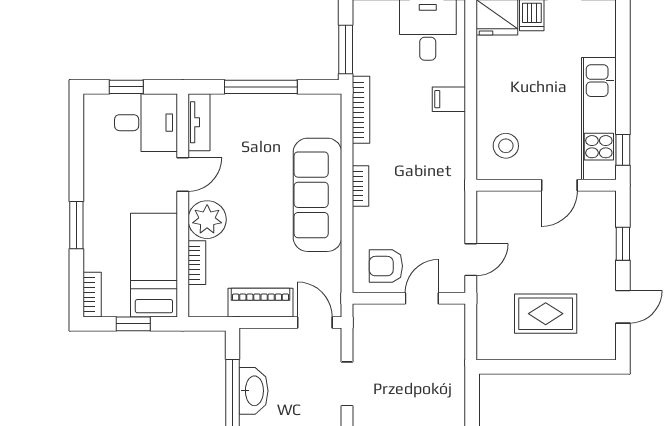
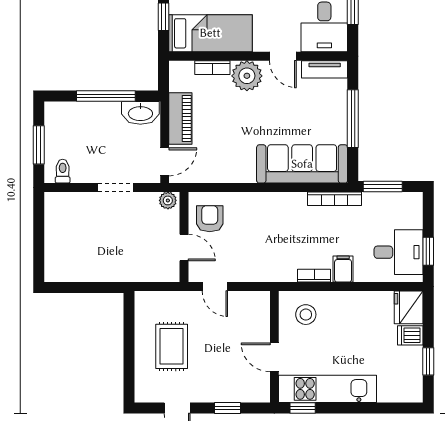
bookcase: (360, 186) -> (314, 276), moved, turned 180
sofa: (317, 195) -> (302, 164), moved
plant: (363, 318) -> (168, 200), added
washbasin: (254, 391) -> (140, 113), moved

